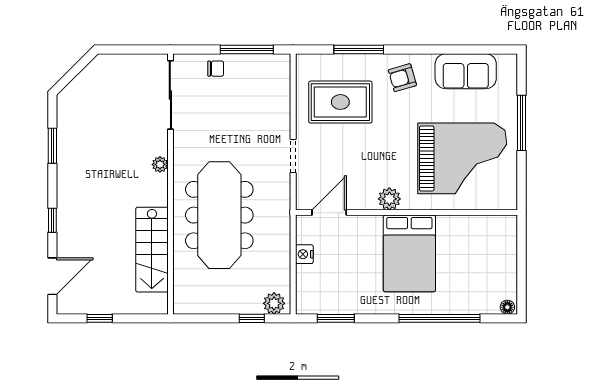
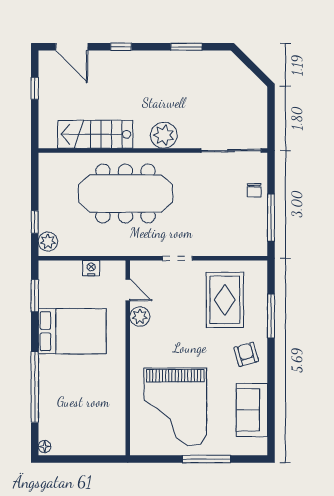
plant: (160, 164) -> (164, 135), width x1.87, depth x1.87
plant: (389, 199) -> (140, 317), moved
door: (329, 213) -> (128, 290), width x0.73
bed: (409, 253) -> (72, 331), moved, turned 180

